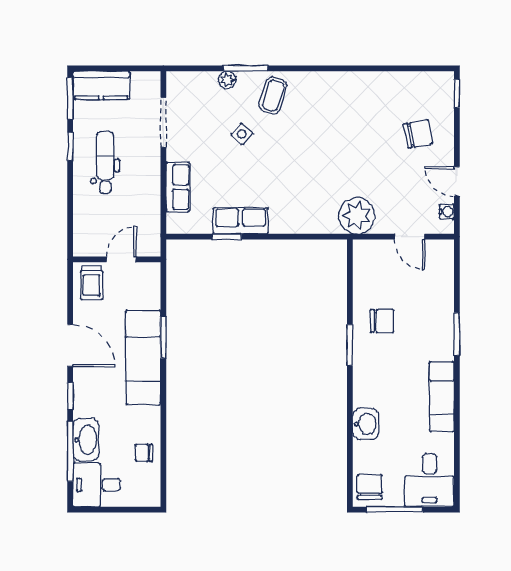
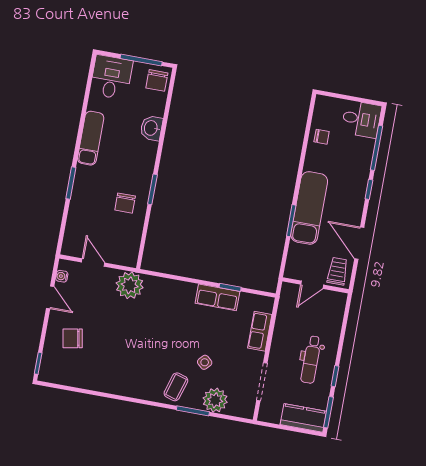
plant: (227, 80) -> (215, 400), width x1.88, depth x1.88
chair: (382, 321) -> (125, 203), turned -90
door: (70, 346) -> (359, 243), moved
washbasin: (86, 440) -> (363, 154), removed

